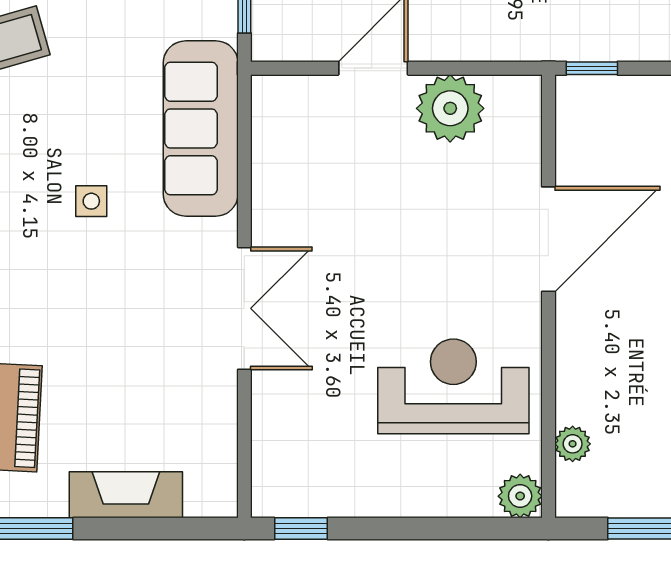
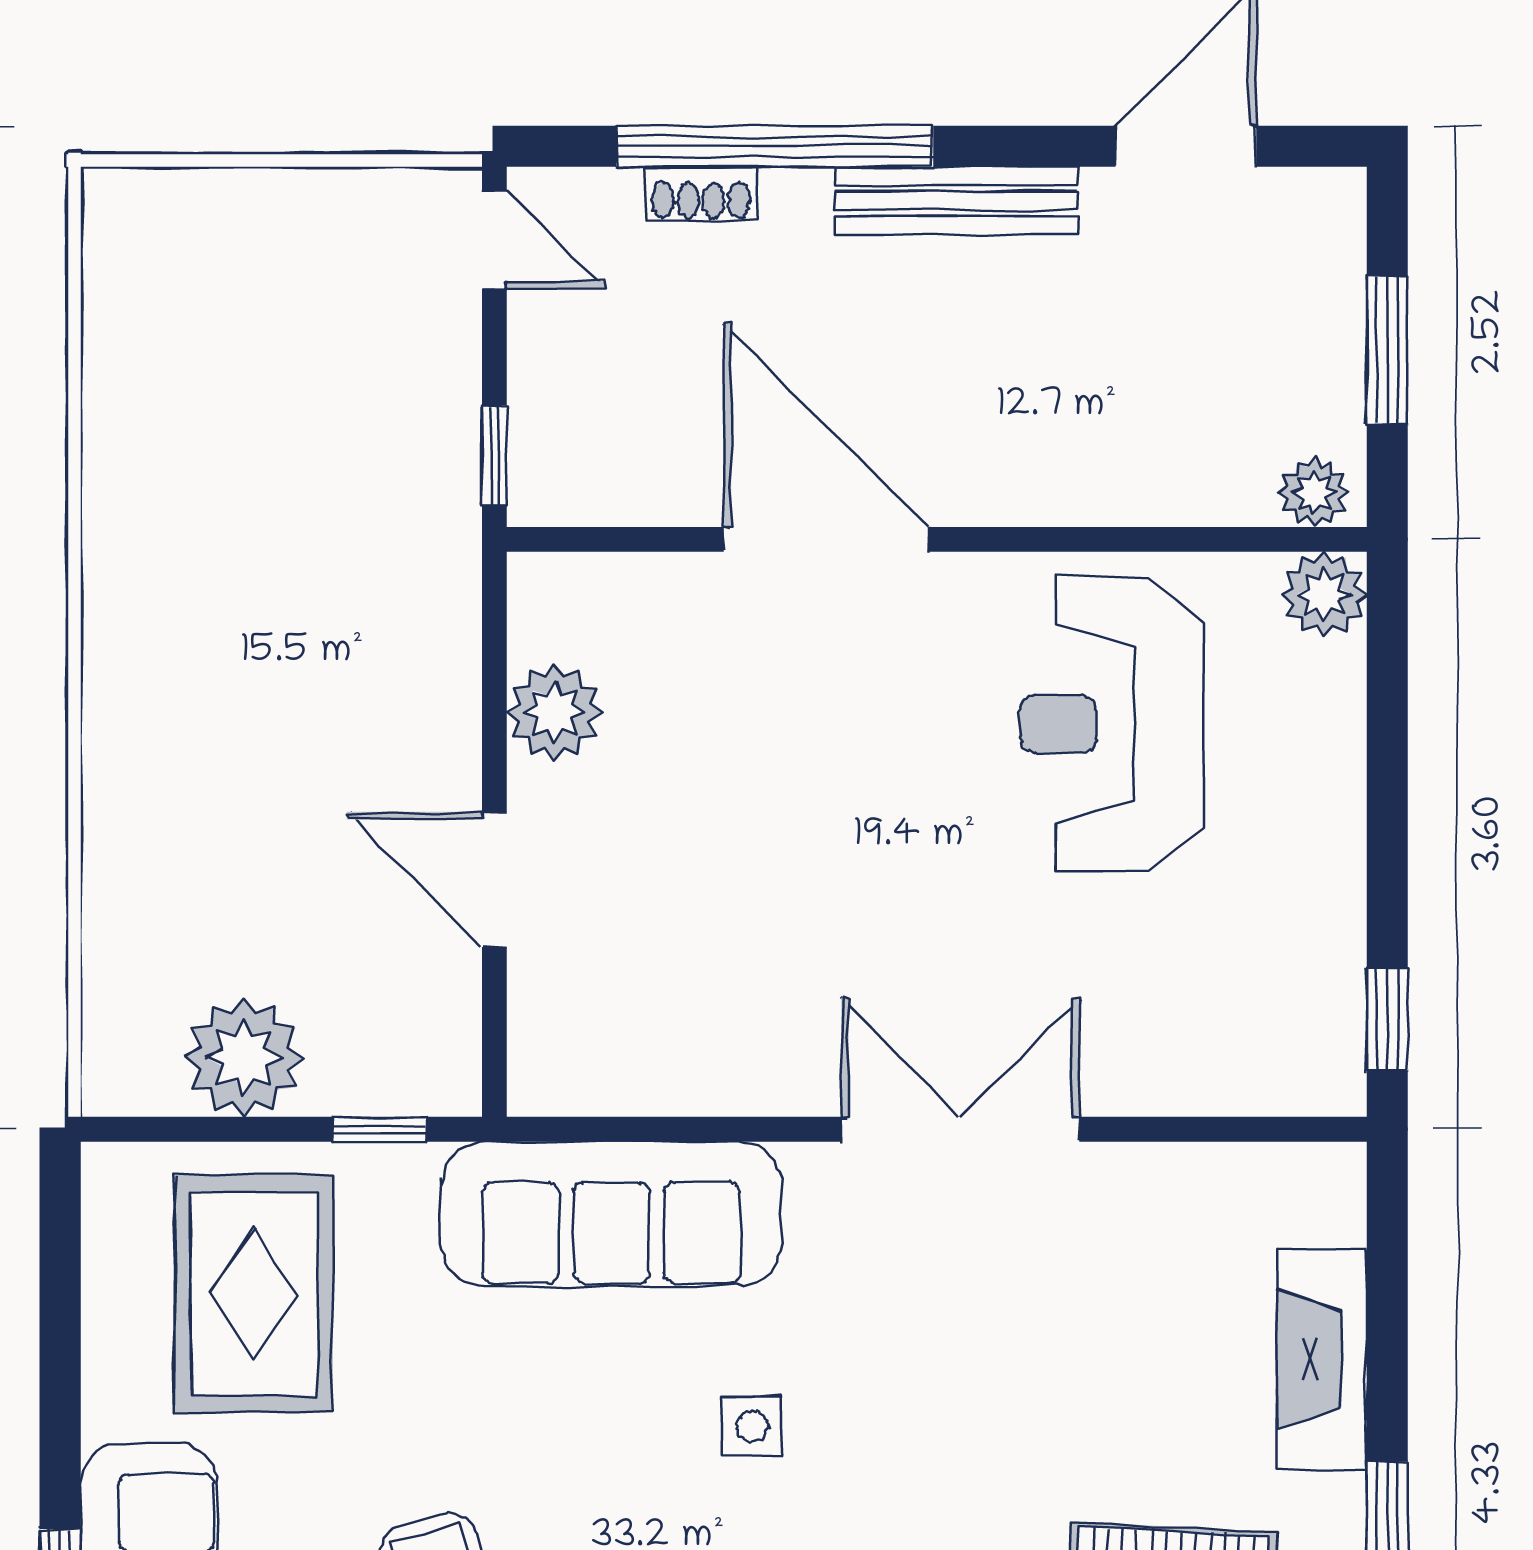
plant: (450, 108) -> (555, 712), width x0.73, depth x0.73
plant: (573, 444) -> (1314, 493), moved

